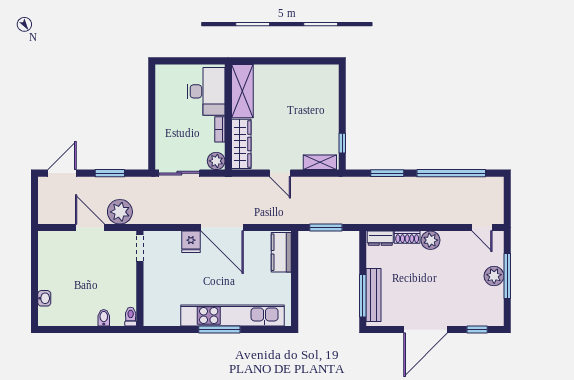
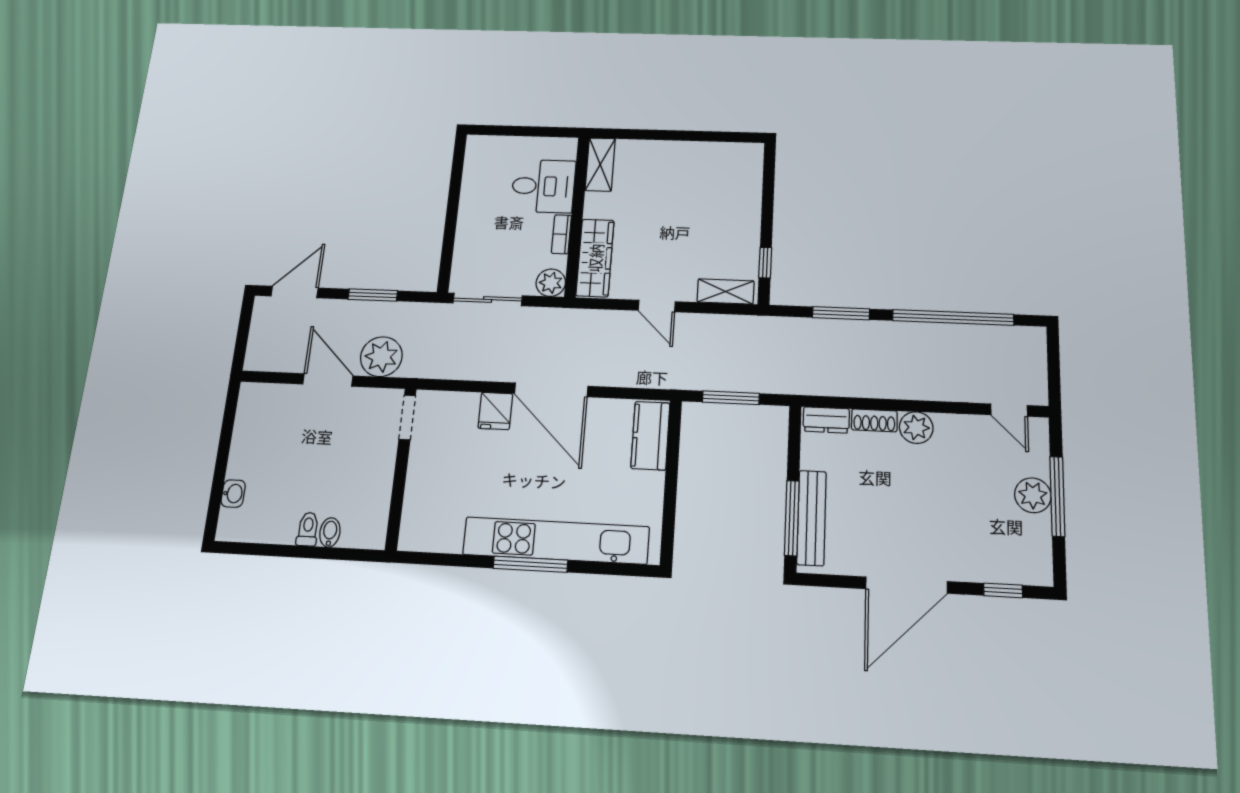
desk: (206, 91) -> (543, 186), width x0.73
shelving: (242, 91) -> (600, 164), width x0.67, depth x0.75
toilet: (131, 317) -> (308, 529), moved

